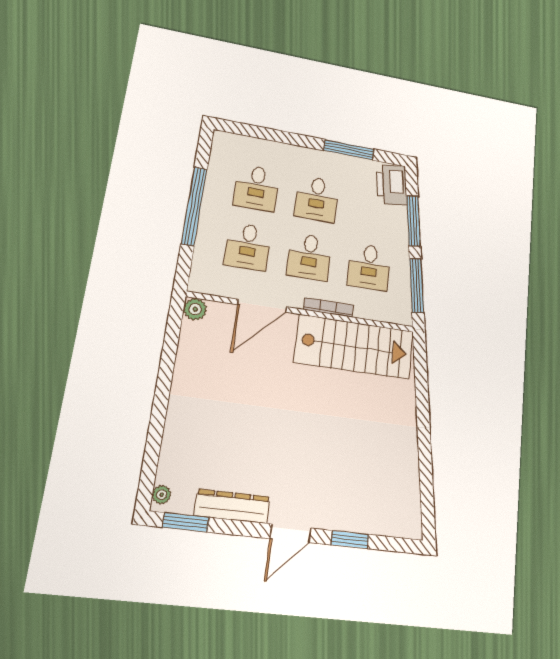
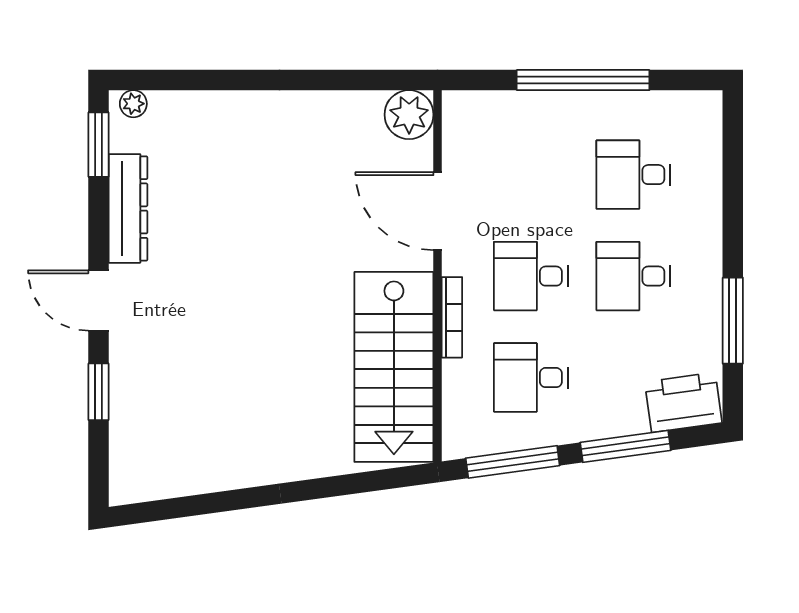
desk: (248, 247) -> (531, 175), removed
plant: (195, 309) -> (409, 115), width x1.36, depth x1.36

